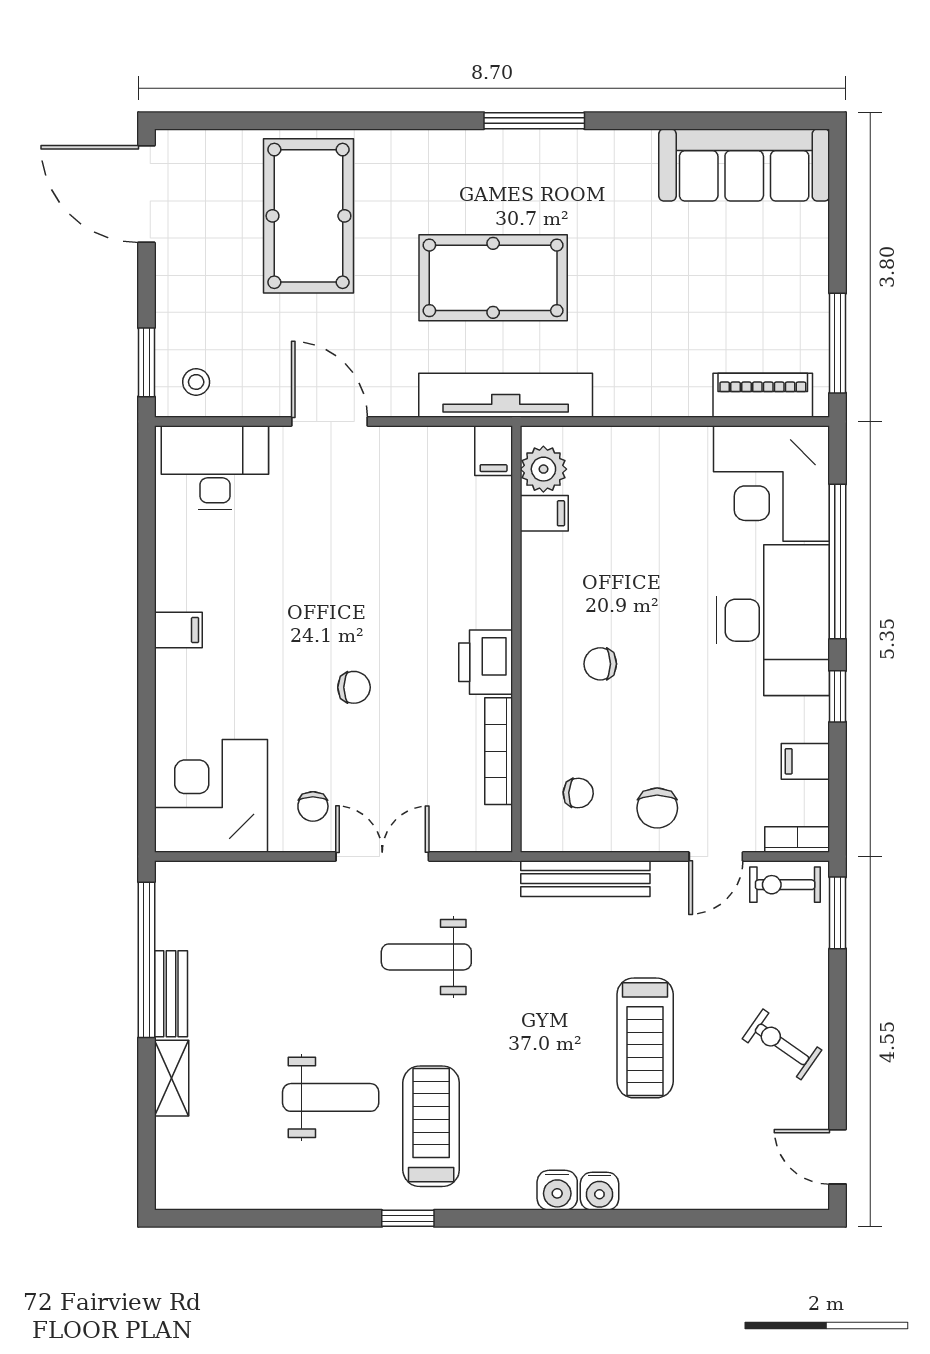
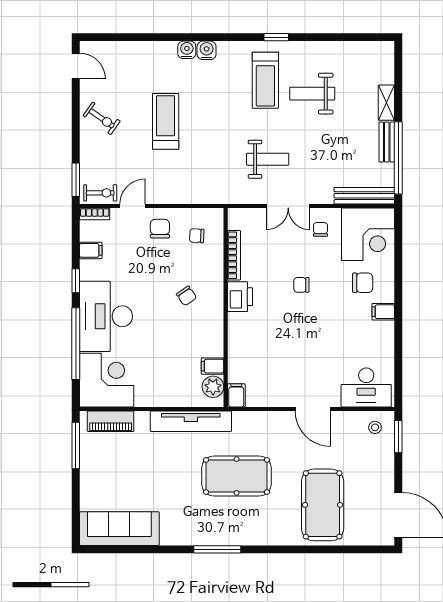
tv unit: (506, 395) -> (191, 421), moved
chair: (600, 664) -> (186, 296), turned 55
chair: (223, 692) -> (363, 283), added
bench: (585, 879) -> (364, 196), moved

